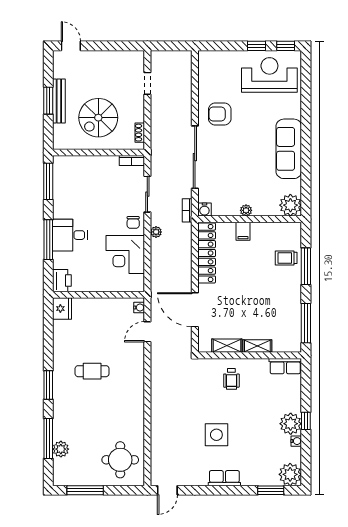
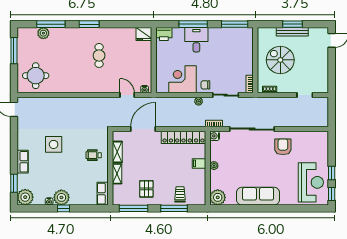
pallet: (279, 305) -> (146, 189), added
row of seats: (224, 478) -> (23, 162), moved

